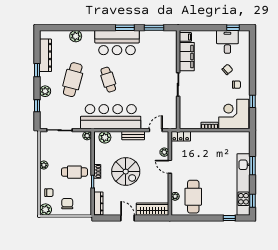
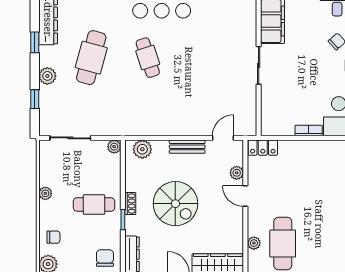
bar counter: (111, 117) -> (152, 116), removed
chair: (67, 204) -> (105, 258), moved

